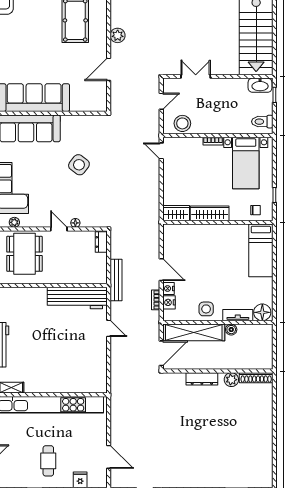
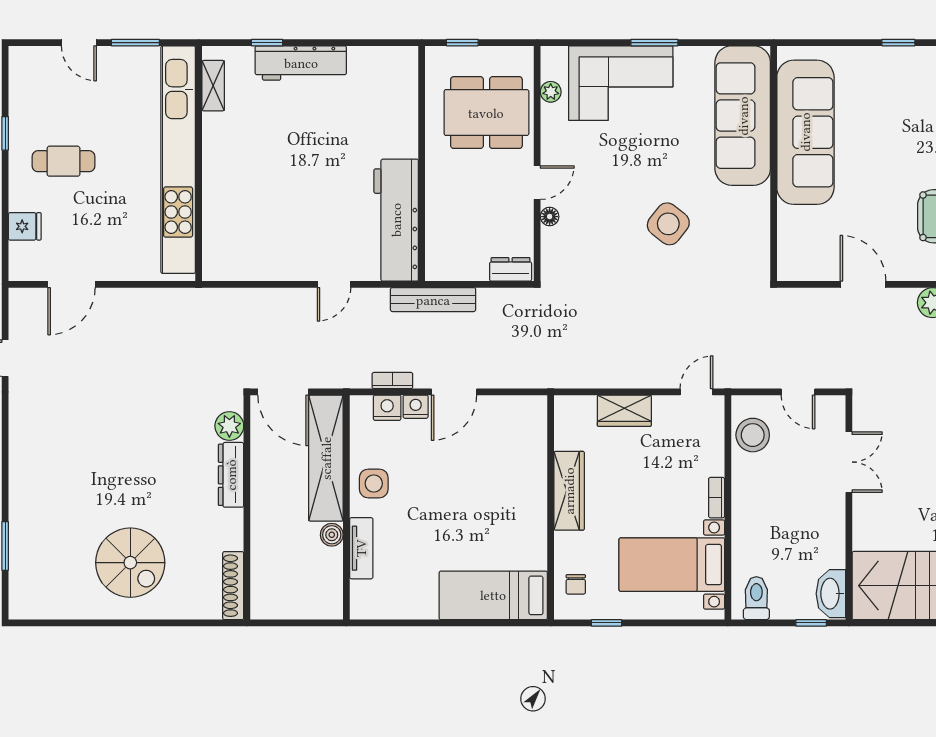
wardrobe: (176, 213) -> (624, 411), moved, turned 90
floor lamp: (262, 312) -> (367, 598), removed
plant: (231, 380) -> (229, 426), moved
spiral stairs: (245, 428) -> (130, 563), added

